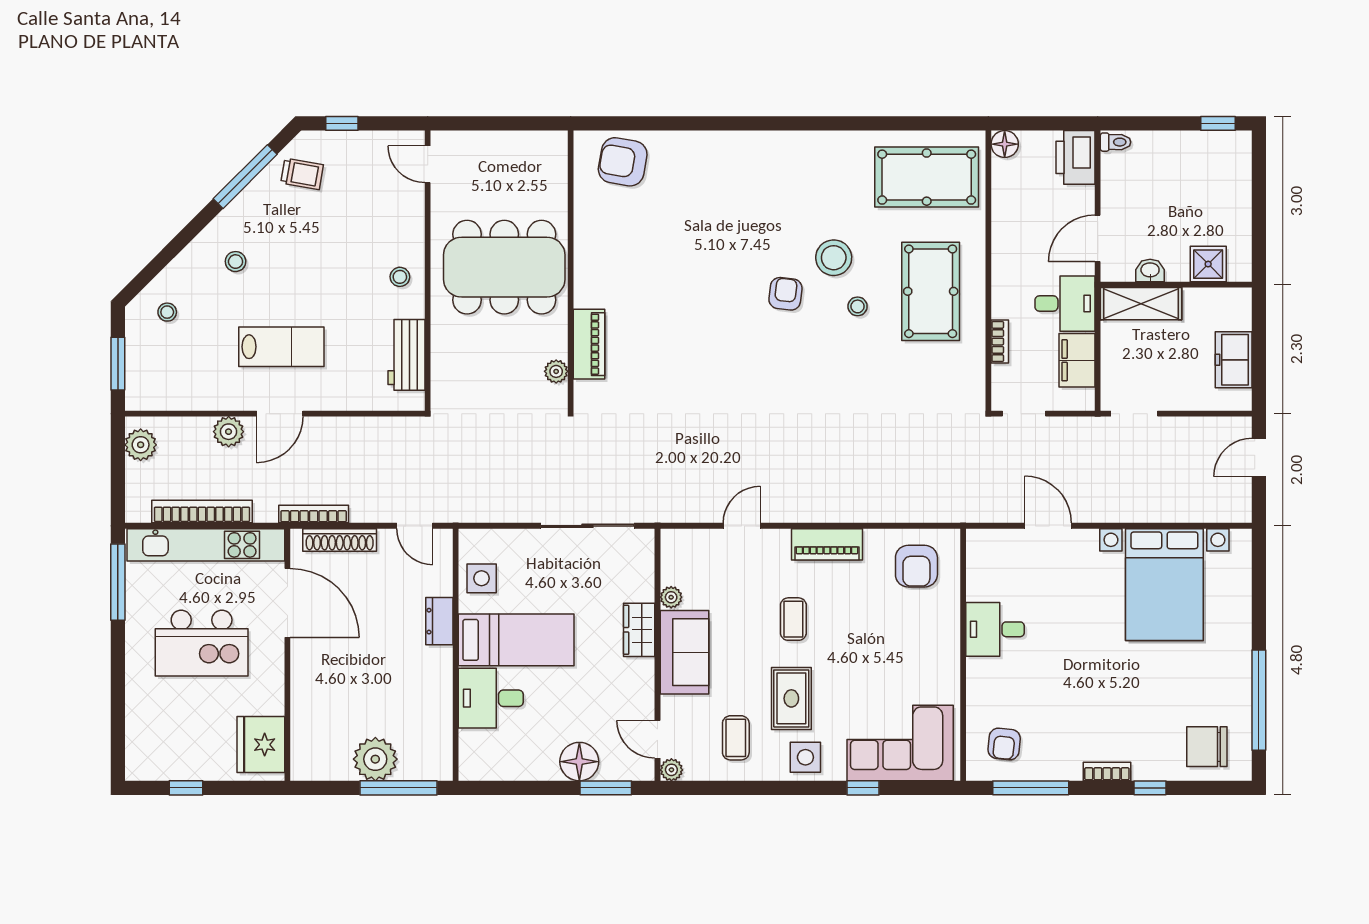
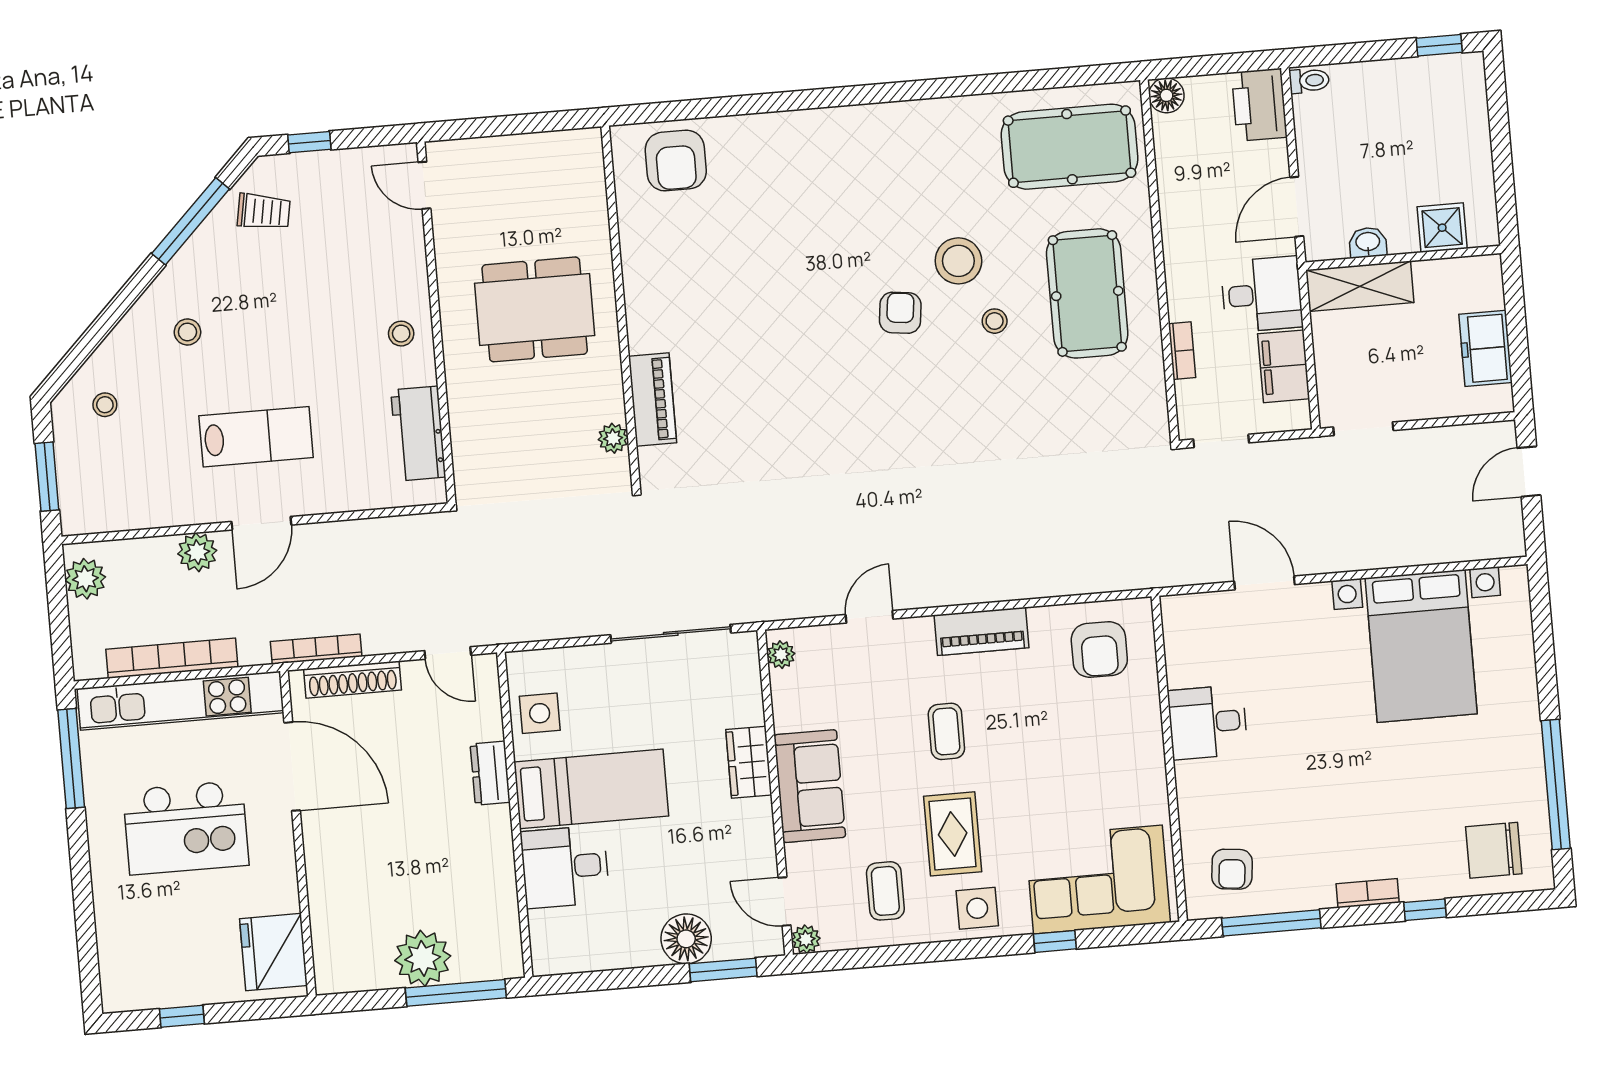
armchair: (623, 162) -> (676, 161), turned -100
dining table: (504, 267) -> (535, 309), width x0.73, depth x0.80
plant: (671, 597) -> (781, 655), moved

